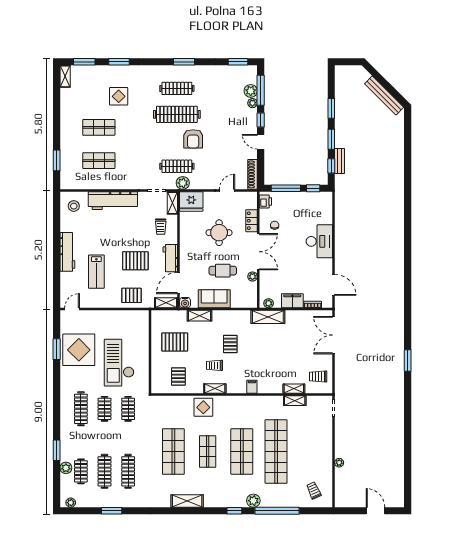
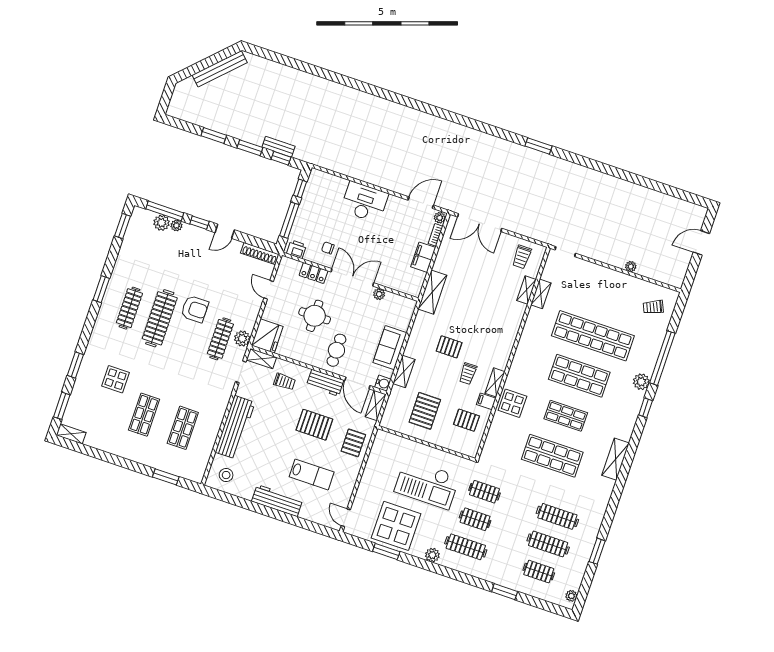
pallet: (135, 261) -> (314, 425), turned 90
cafe table: (223, 271) -> (336, 350), moved
plant: (269, 303) -> (440, 218), moved
filing cabinet: (252, 387) -> (486, 401), moved
plant: (66, 468) -> (432, 555), moved

